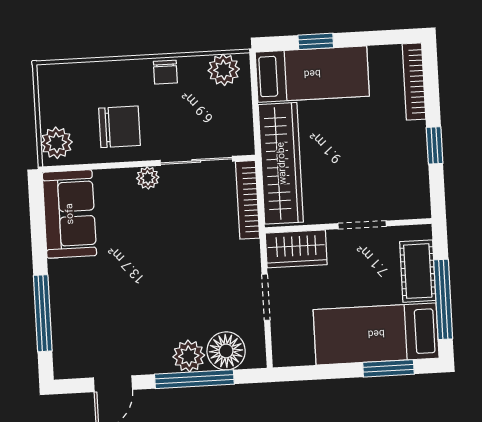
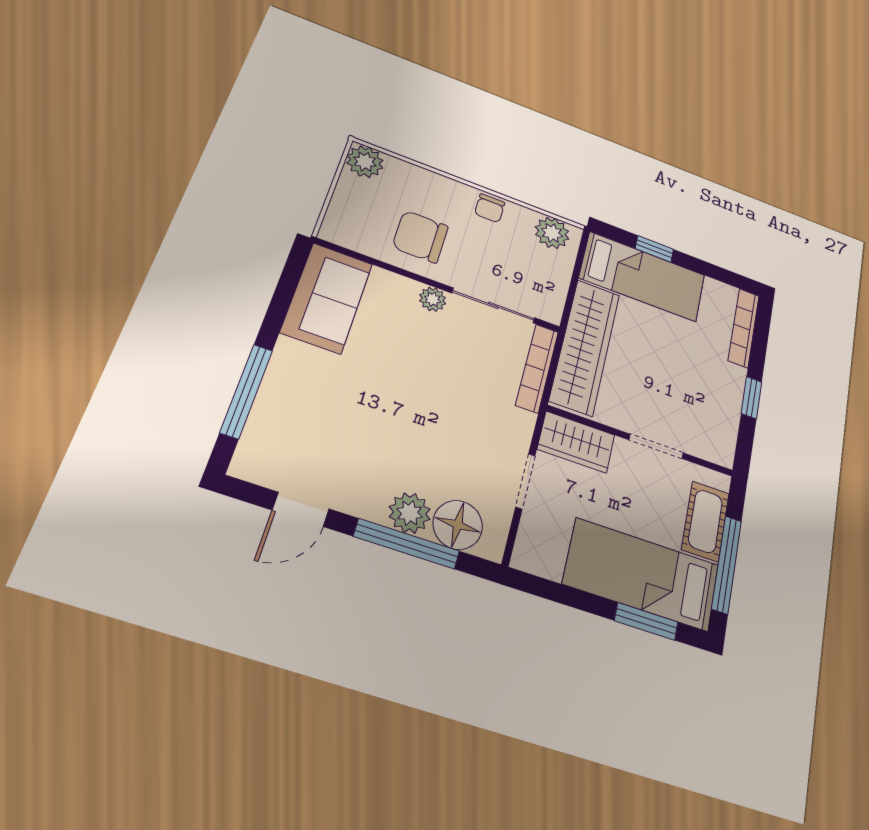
chair: (119, 127) -> (420, 237), turned 180
plant: (56, 143) -> (365, 162), moved

